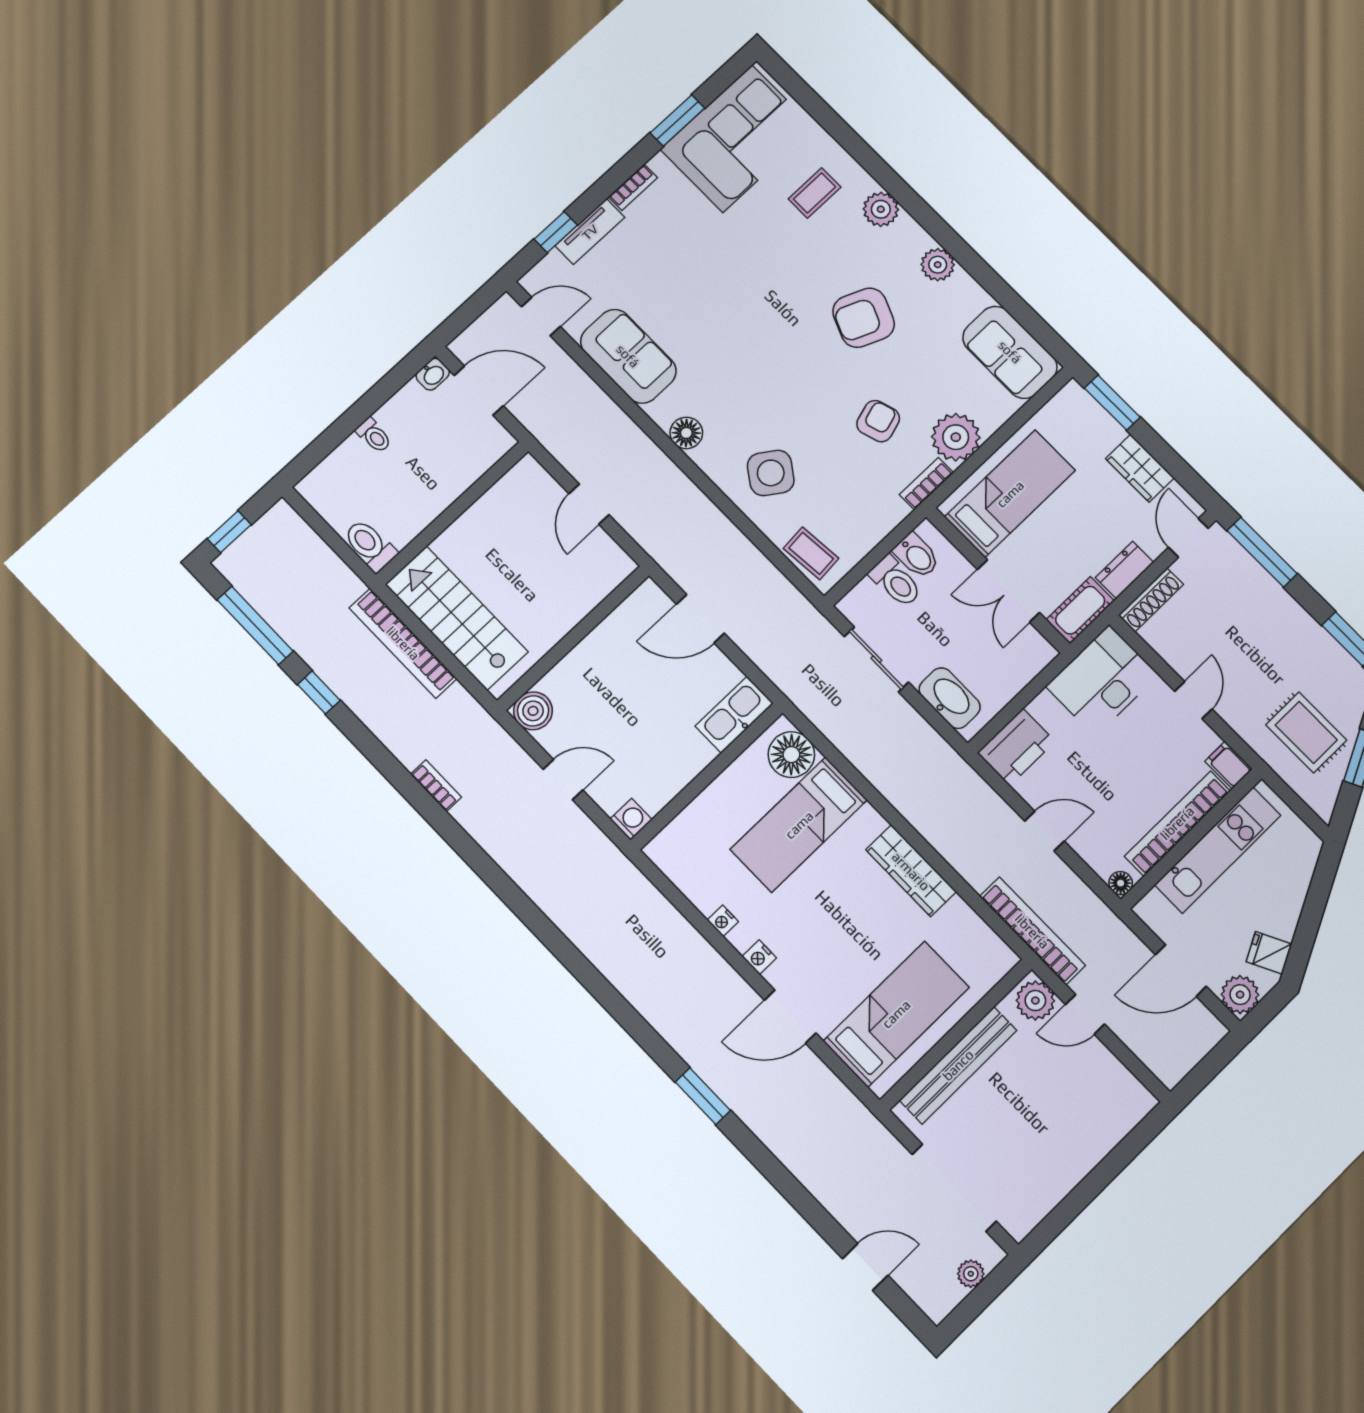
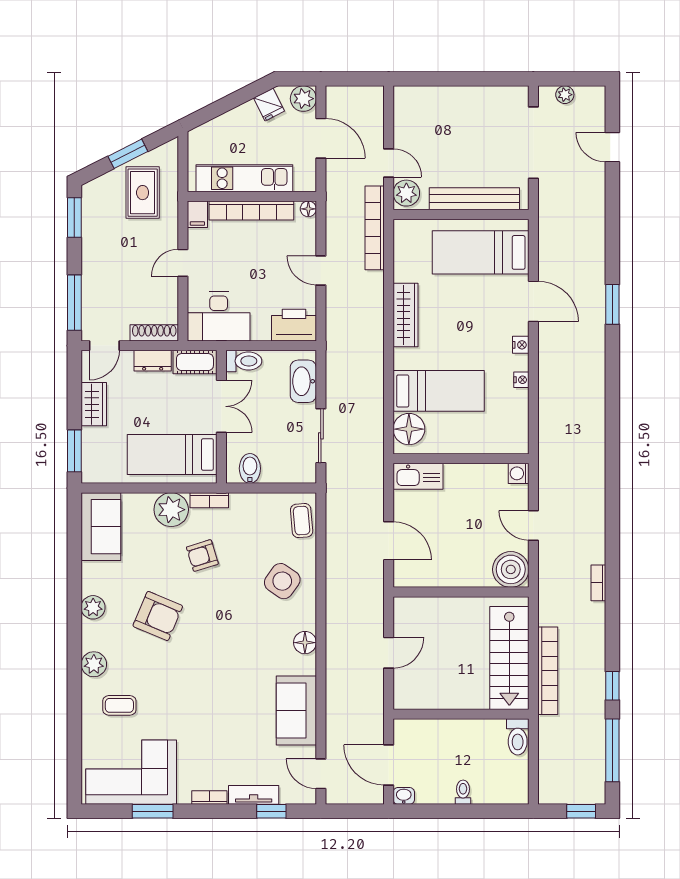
toilet: (896, 581) -> (244, 361), moved, turned 90
boiler: (533, 711) -> (511, 569), width x1.37, depth x1.37

